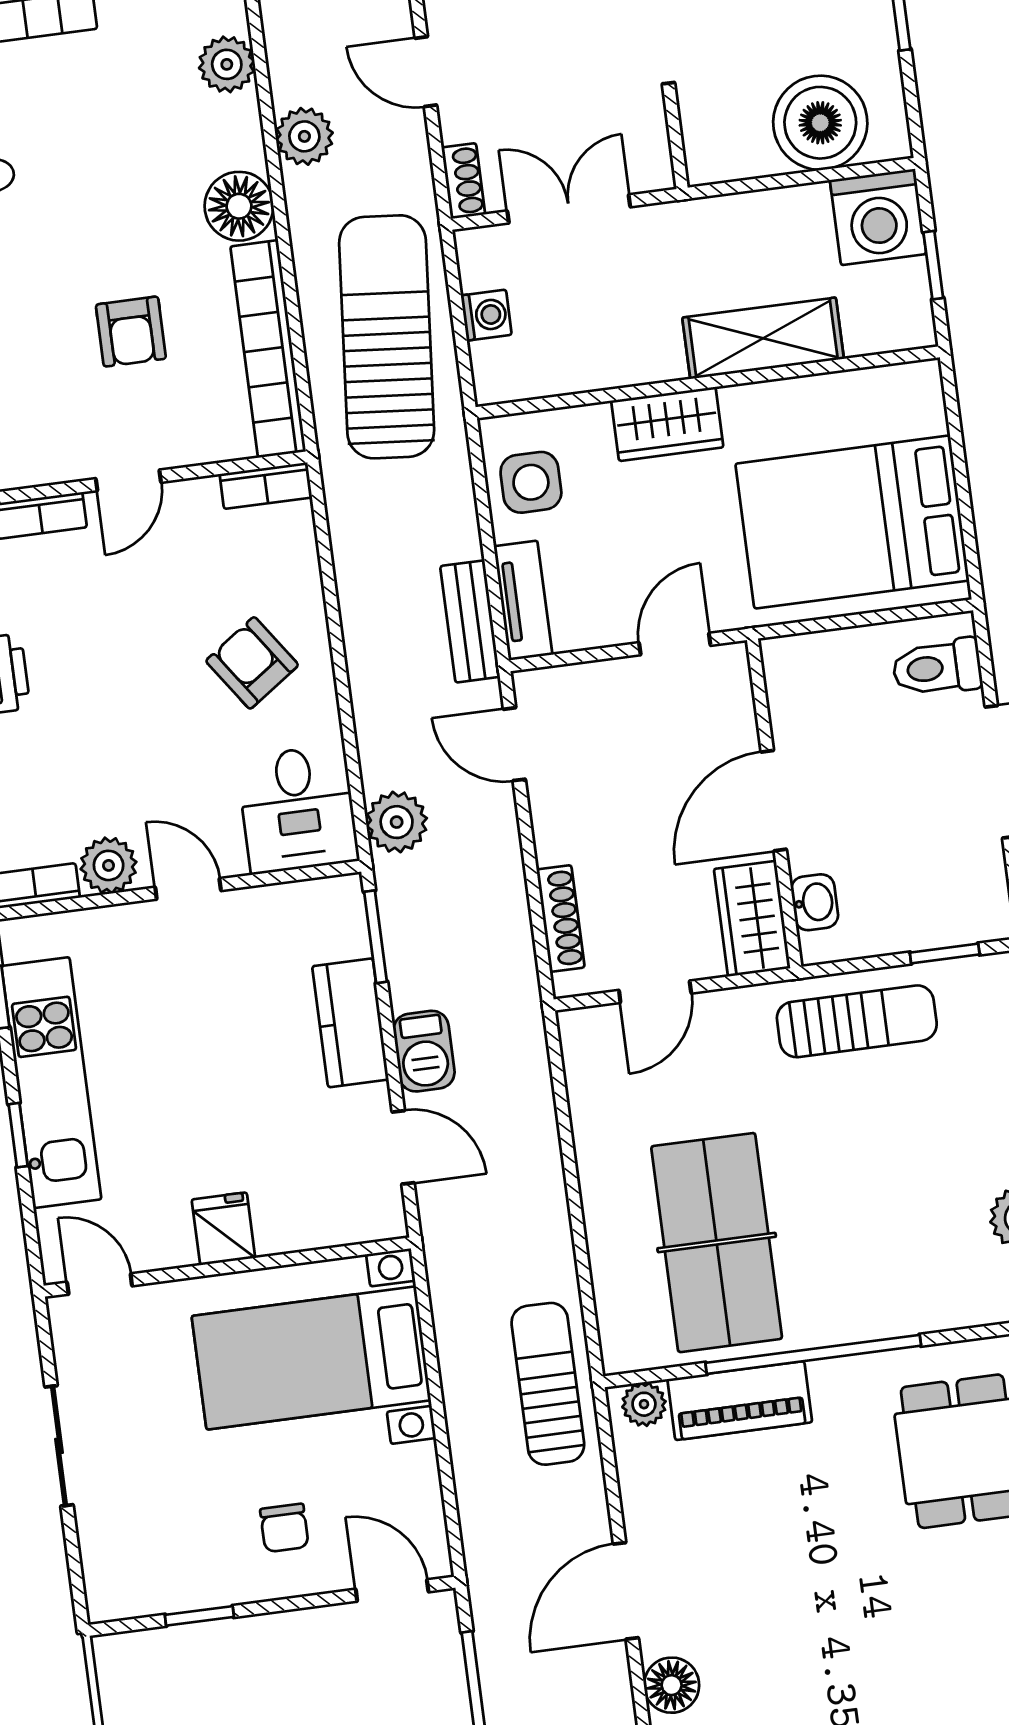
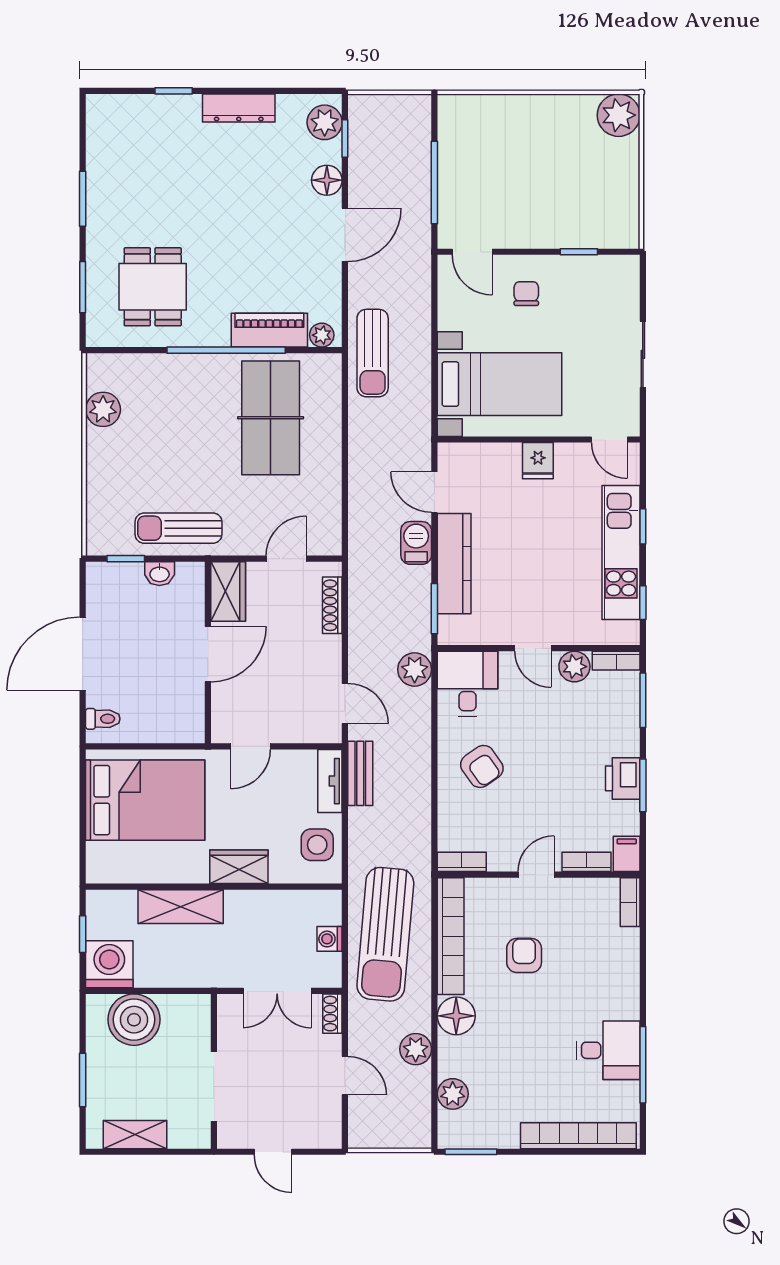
toilet: (937, 667) -> (103, 719), width x0.73, depth x0.72
washbasin: (815, 902) -> (160, 574), moved, turned -90
kitchen counter: (350, 1023) -> (454, 564), width x1.50

